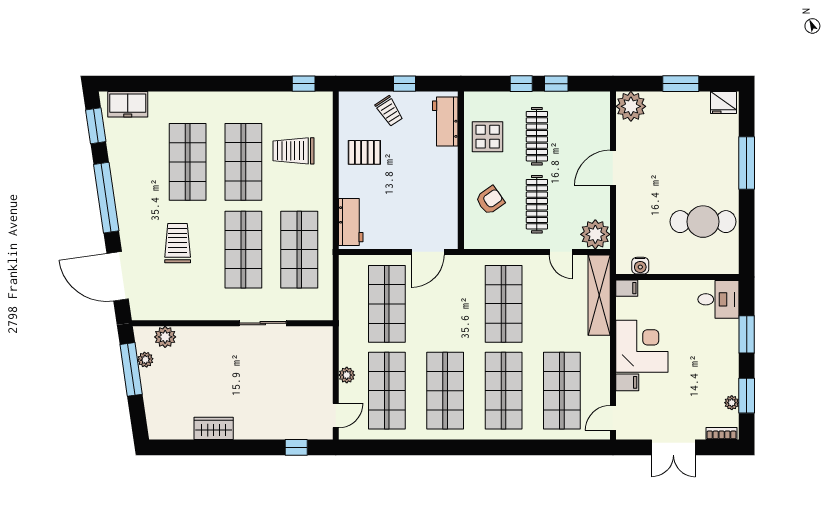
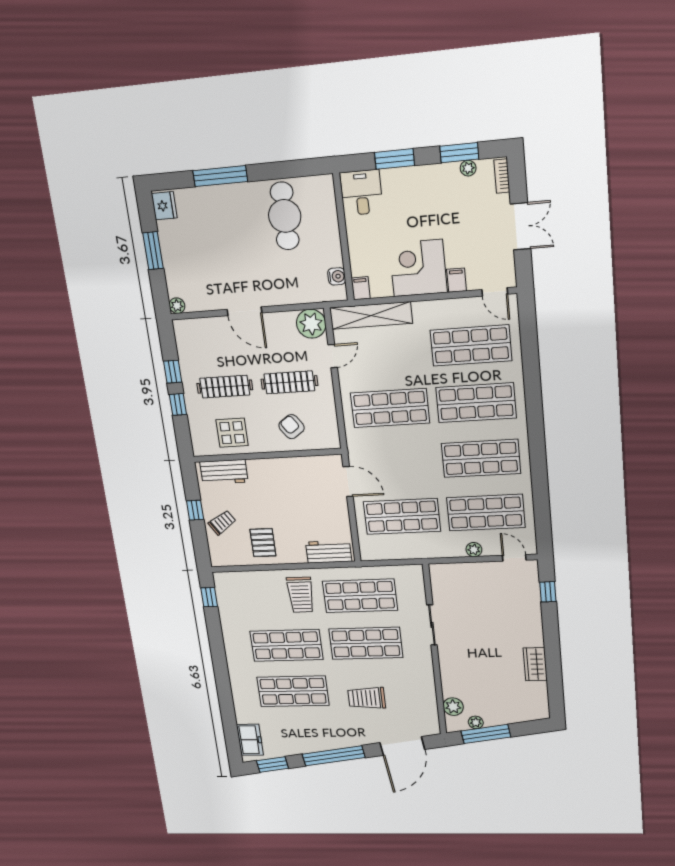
plant: (631, 106) -> (177, 306), width x0.53, depth x0.53
trolley: (293, 151) -> (301, 595), moved

